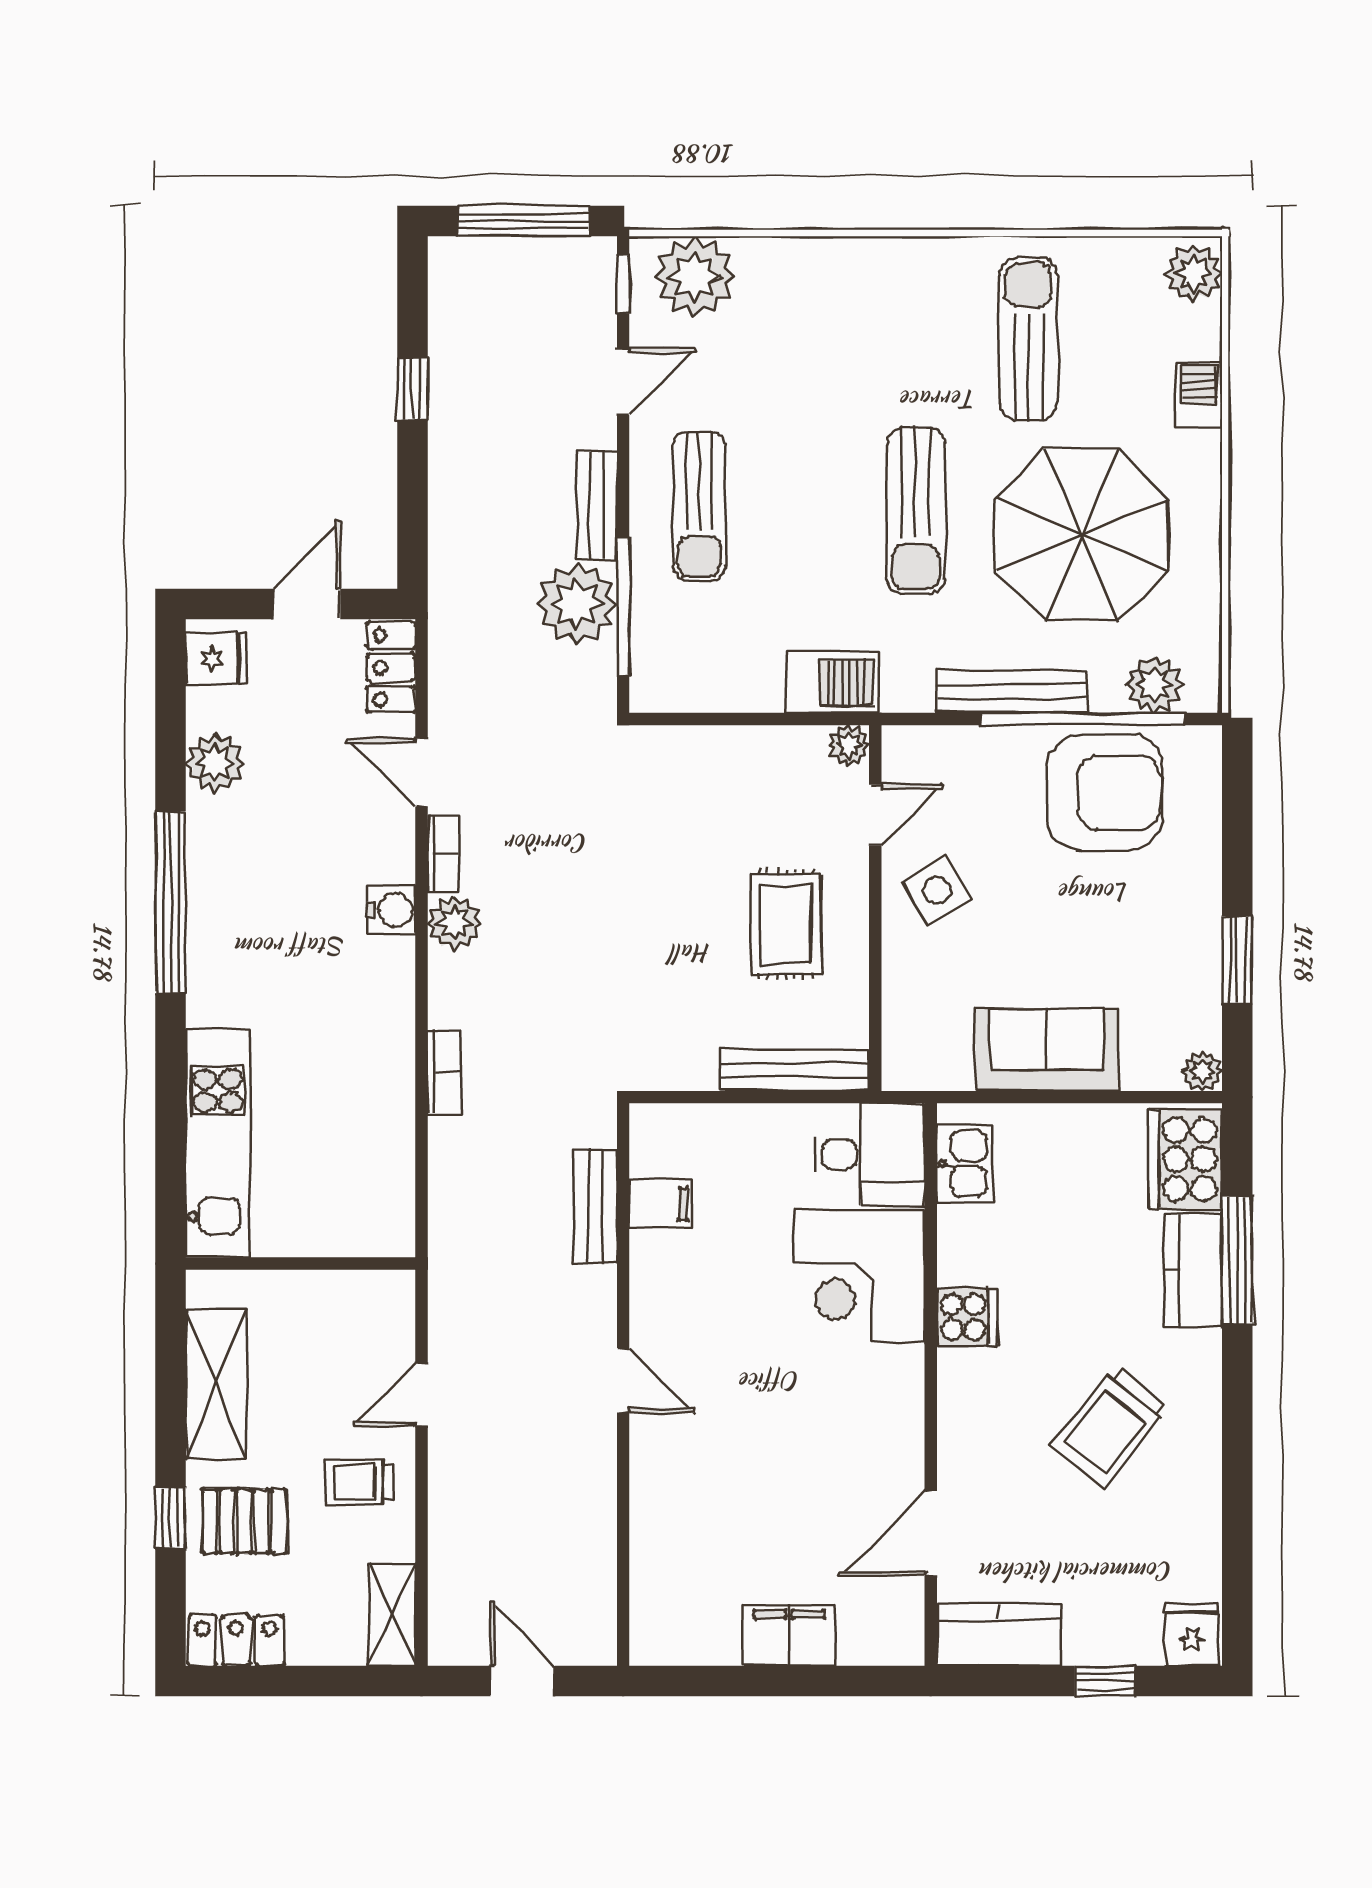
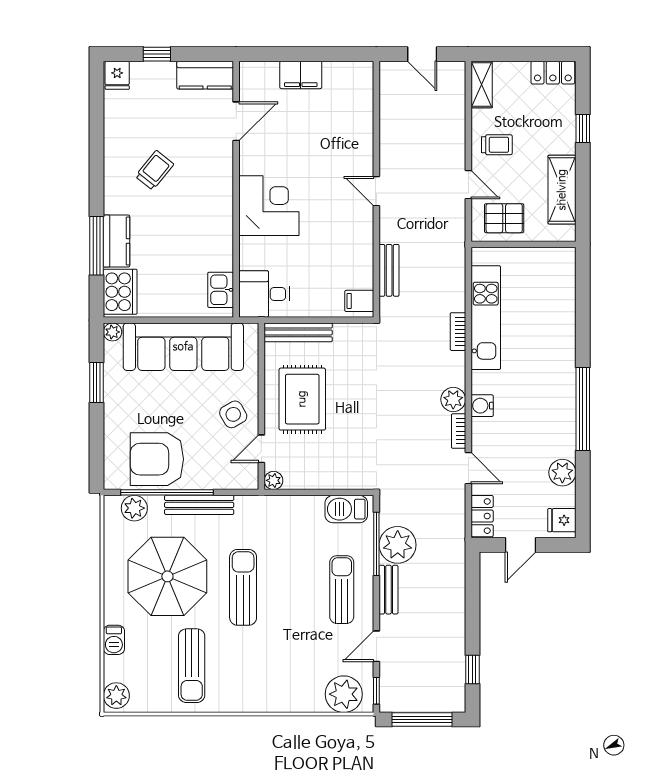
window: (412, 389) -> (472, 669), moved
barbecue: (832, 683) -> (346, 509), moved
rug: (786, 924) -> (302, 399), width x1.36, depth x1.43
sofa: (1047, 1050) -> (183, 347), width x1.85, depth x1.27
kitchen unit: (218, 1143) -> (486, 318), moved, turned 180
filing cabinet: (661, 1204) -> (359, 301), moved
corner desk: (859, 1276) -> (269, 206), moved
cooker: (967, 1317) -> (220, 220), removed
door: (422, 1394) -> (468, 185), hinge flipped
trolley: (1110, 1426) -> (154, 170), width x0.73, depth x0.72
pallet: (244, 1521) -> (504, 218), moved

